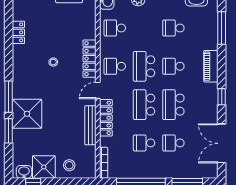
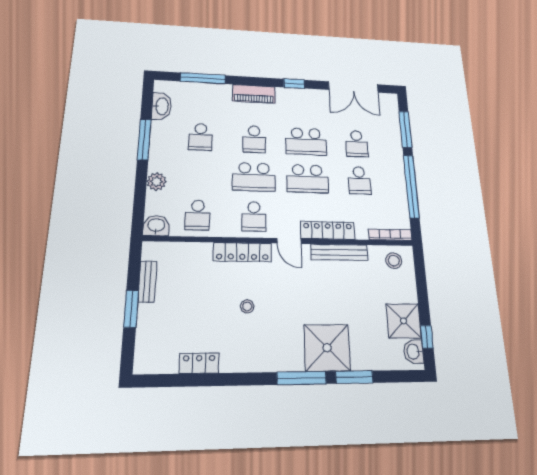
stool: (69, 165) -> (394, 261), moved

